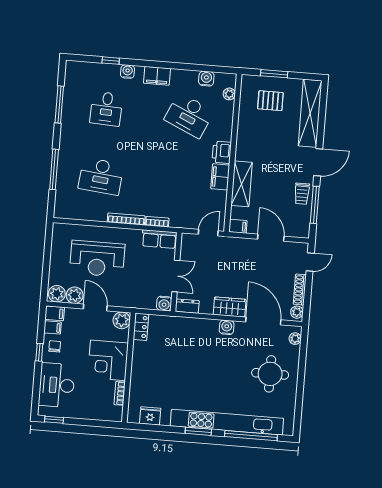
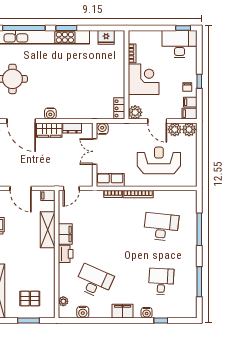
dresser: (187, 306) -> (72, 128), moved
desk: (57, 385) -> (180, 44), moved, turned -90

